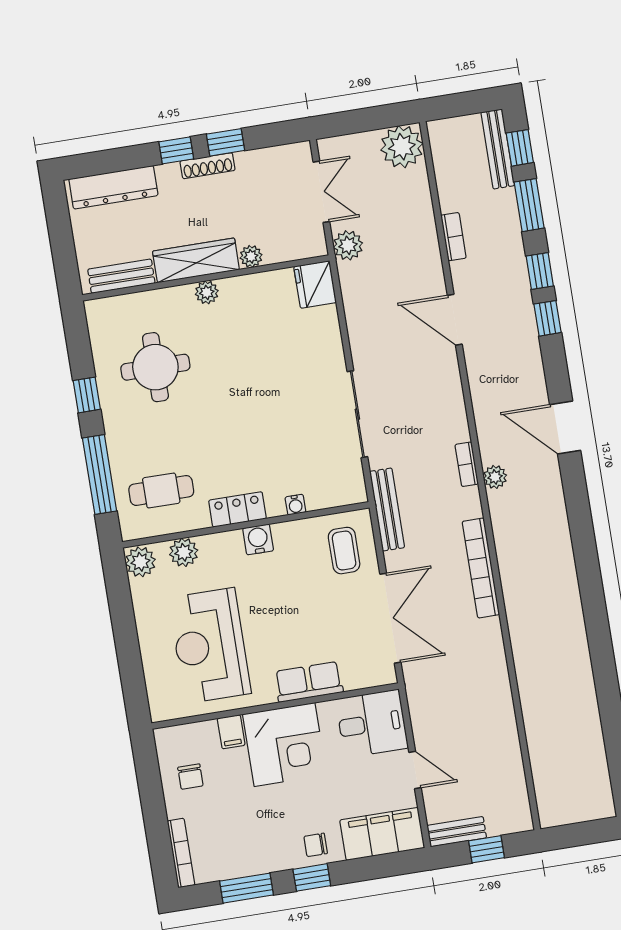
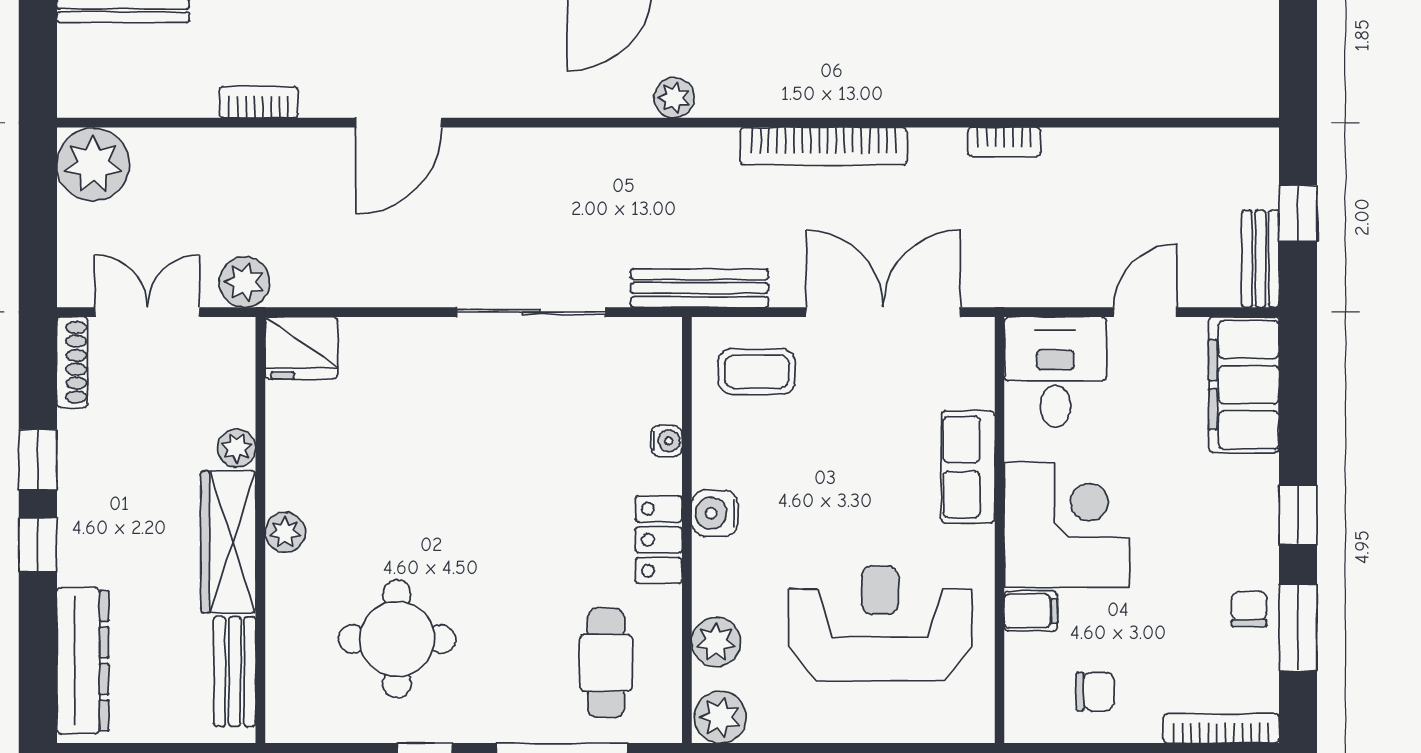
shoe rack: (207, 166) -> (72, 362), moved
bookcase: (467, 464) -> (1004, 142), moved
reception desk: (210, 646) -> (880, 624), turned 180
chair: (316, 845) -> (1249, 609), moved, turned 180

